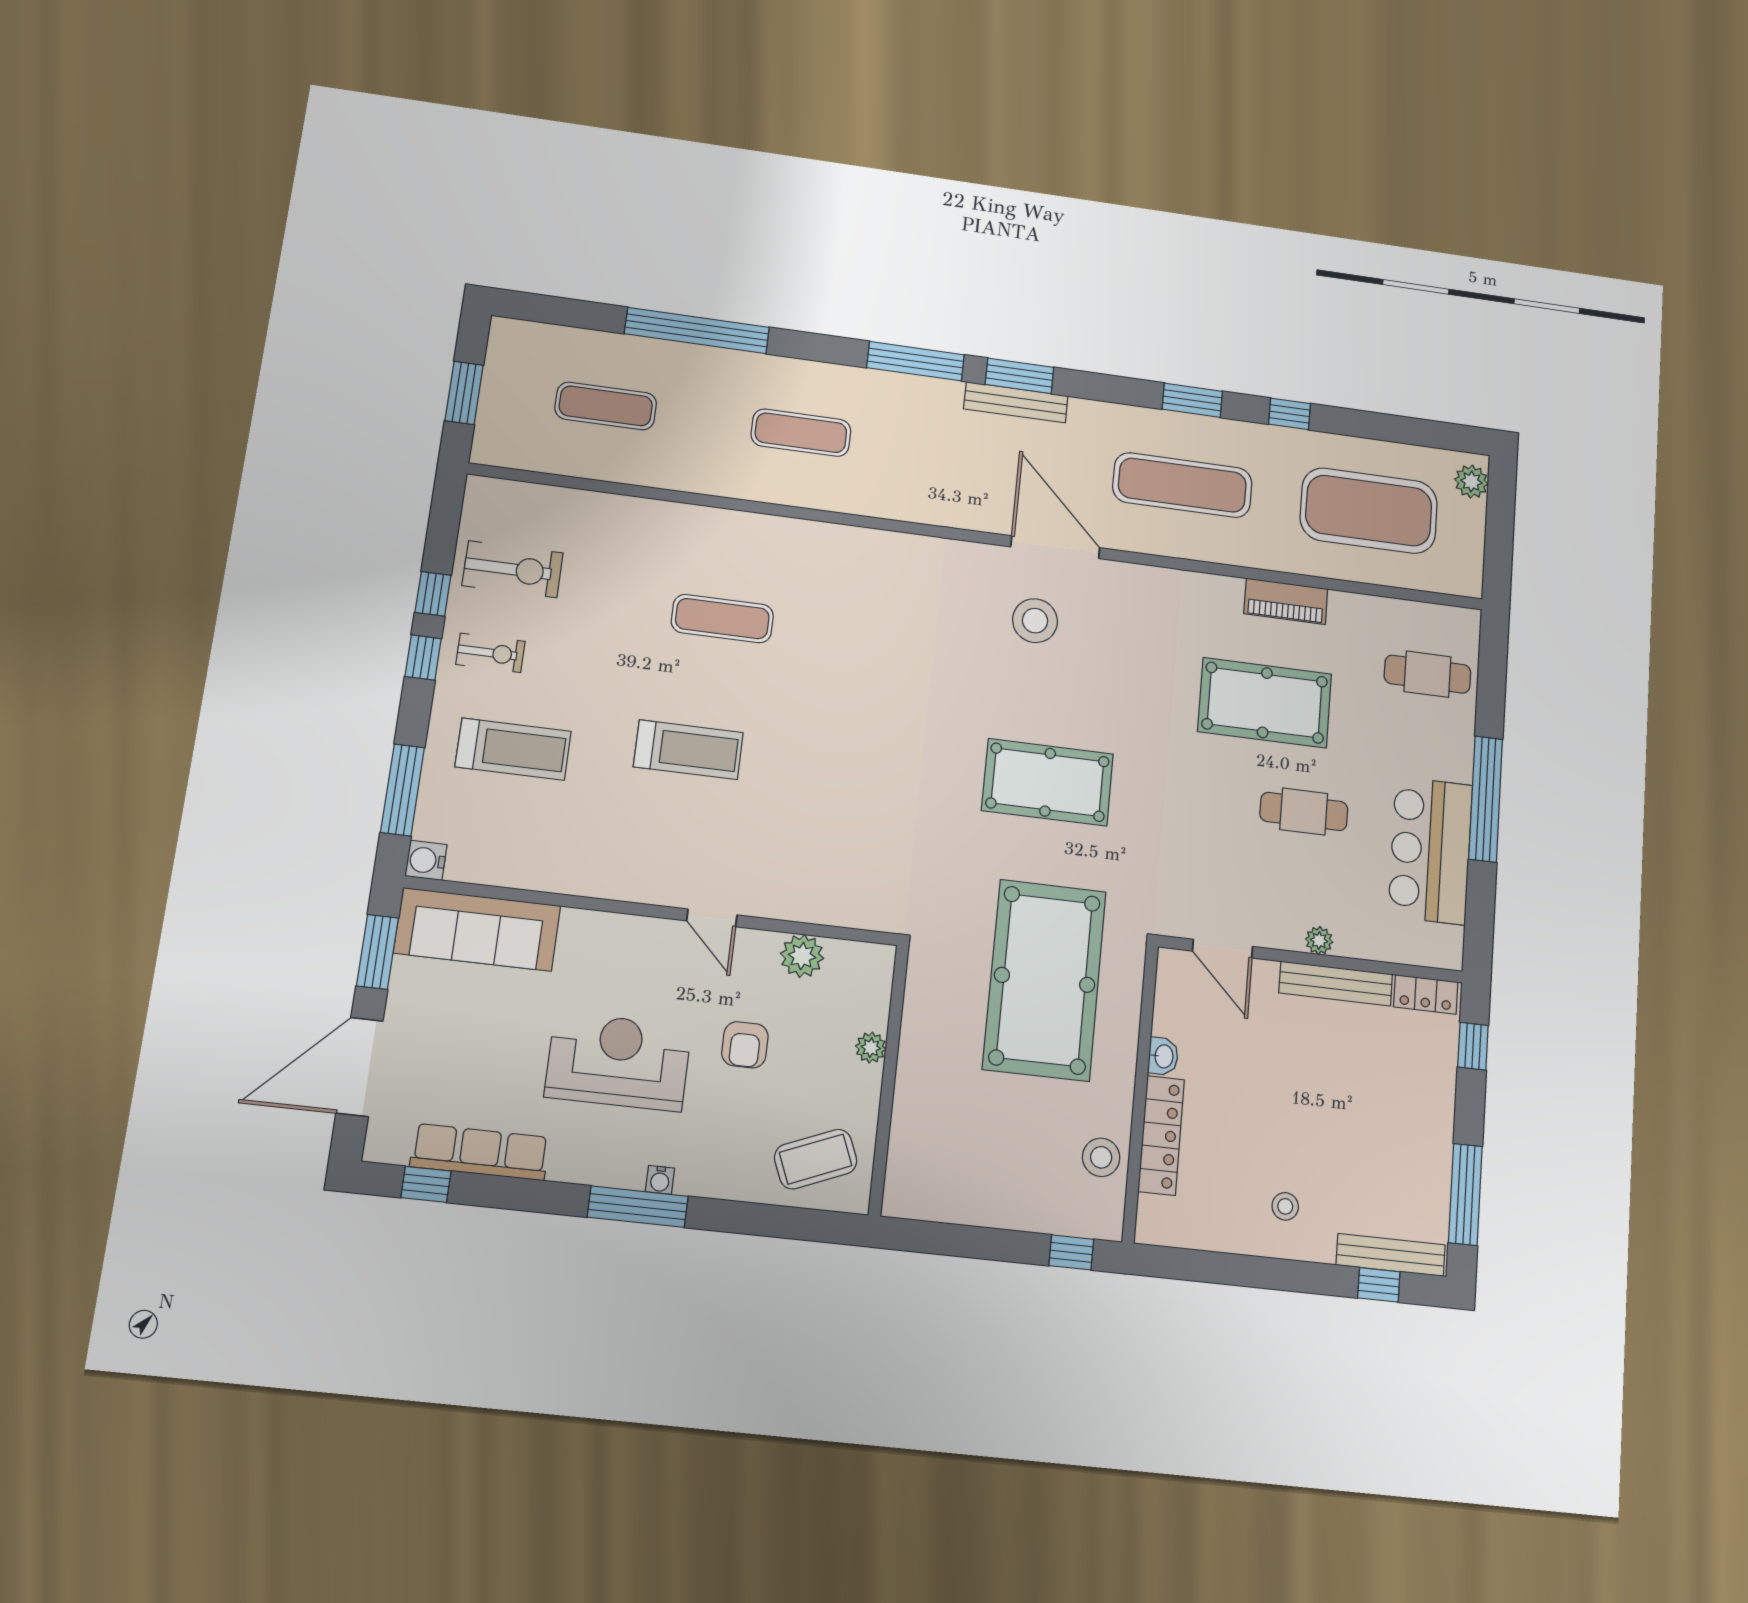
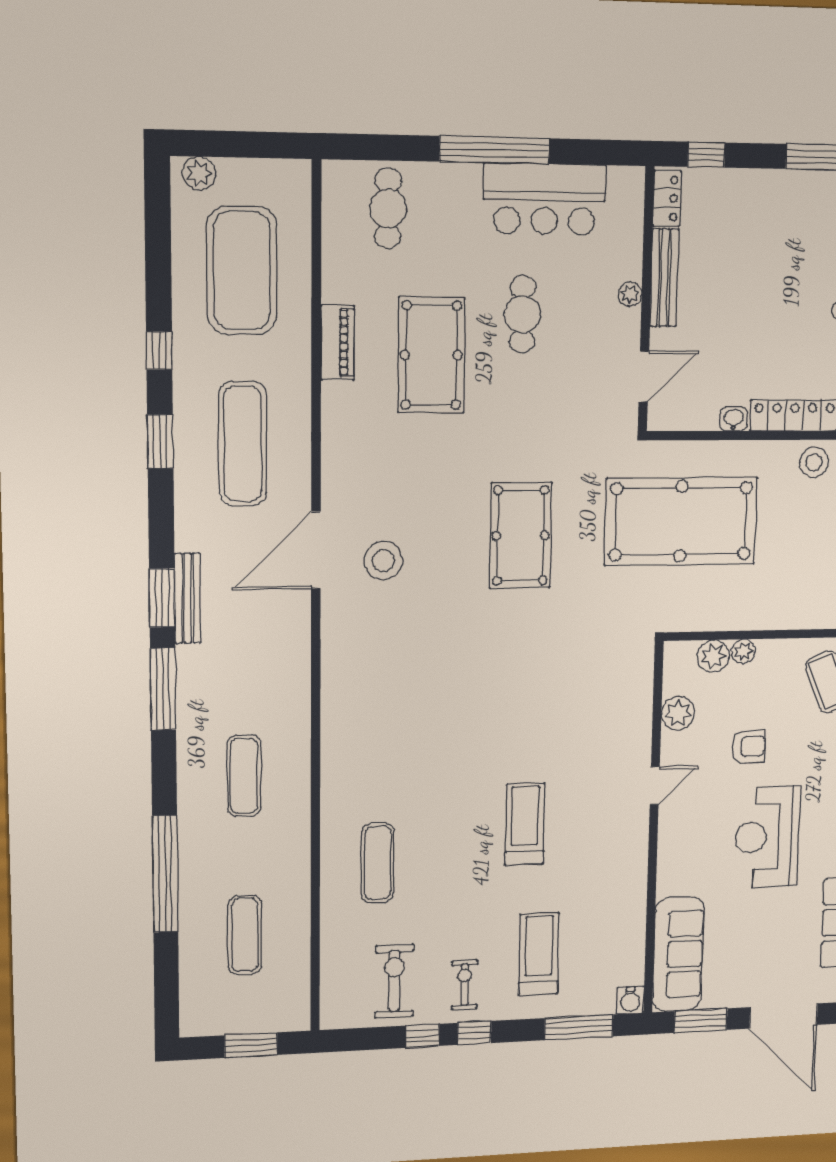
exercise mat: (722, 619) -> (378, 863), moved
plant: (870, 1008) -> (713, 656), added

